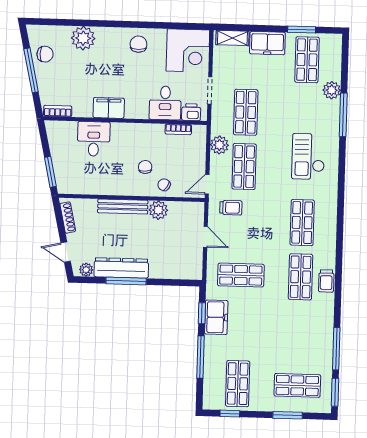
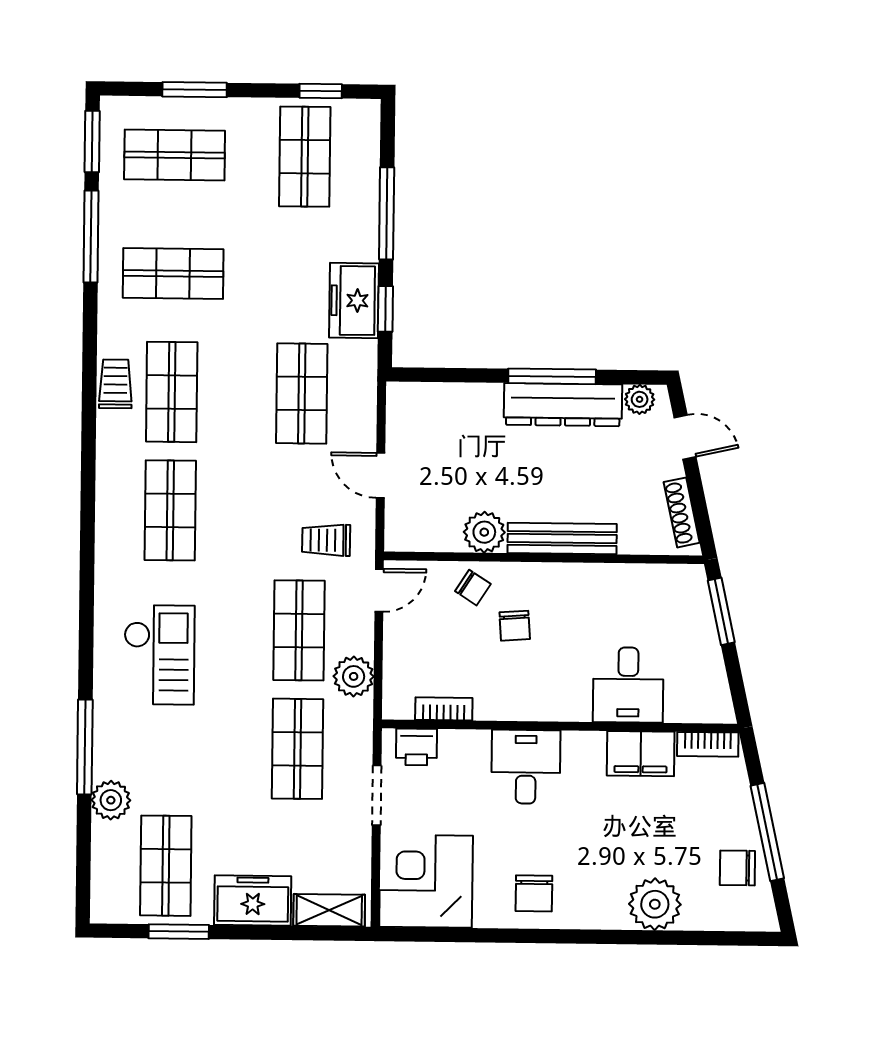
desk: (165, 103) -> (526, 767), moved
filing cabinet: (109, 108) -> (641, 754), moved
shop shelf: (241, 275) -> (302, 394), turned 90
shop shelf: (299, 331) -> (173, 273), added

